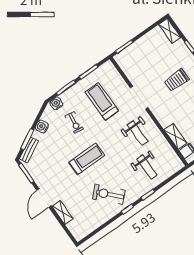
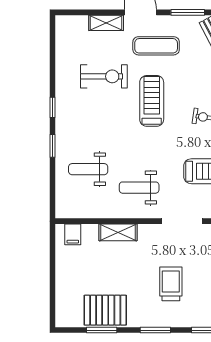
shelving: (176, 136) -> (118, 232), moved
treadmill: (87, 159) -> (152, 101), turned 180
exercise mat: (56, 177) -> (156, 46), added
exercise bike: (109, 194) -> (104, 76), moved, turned 44

